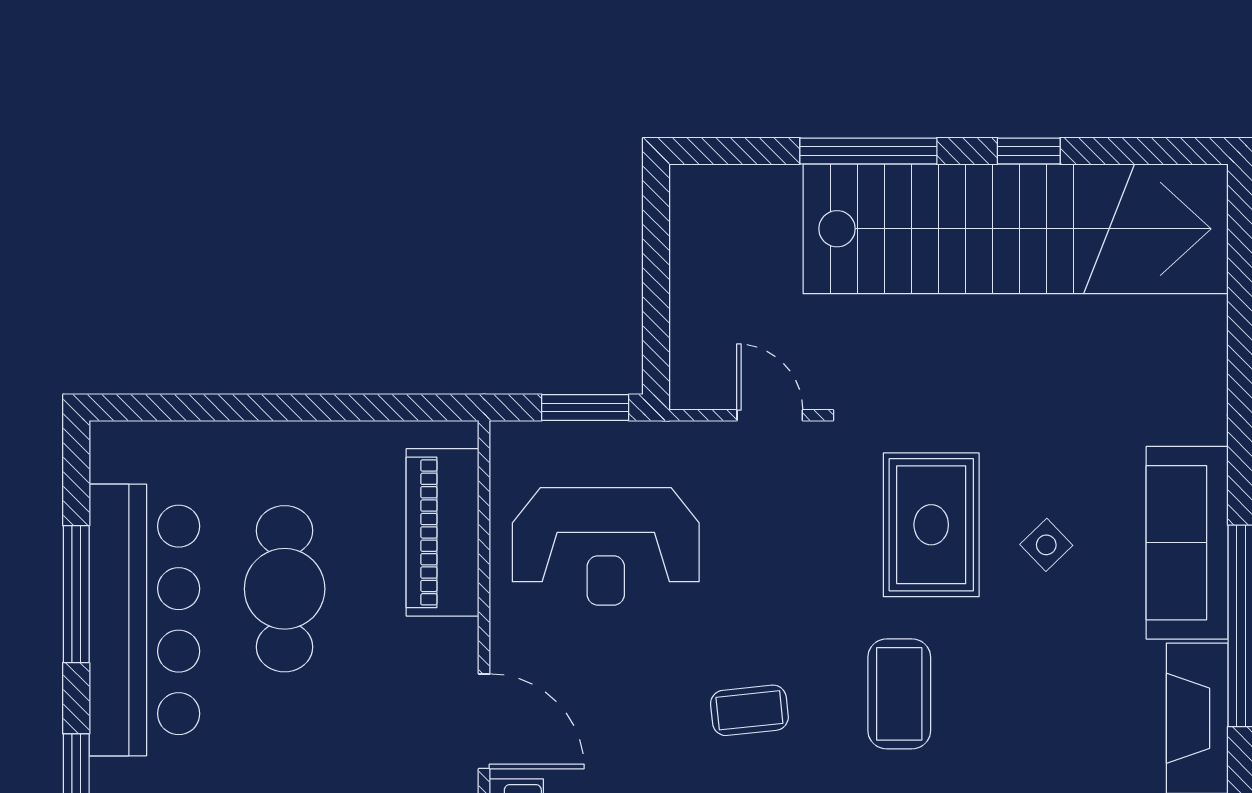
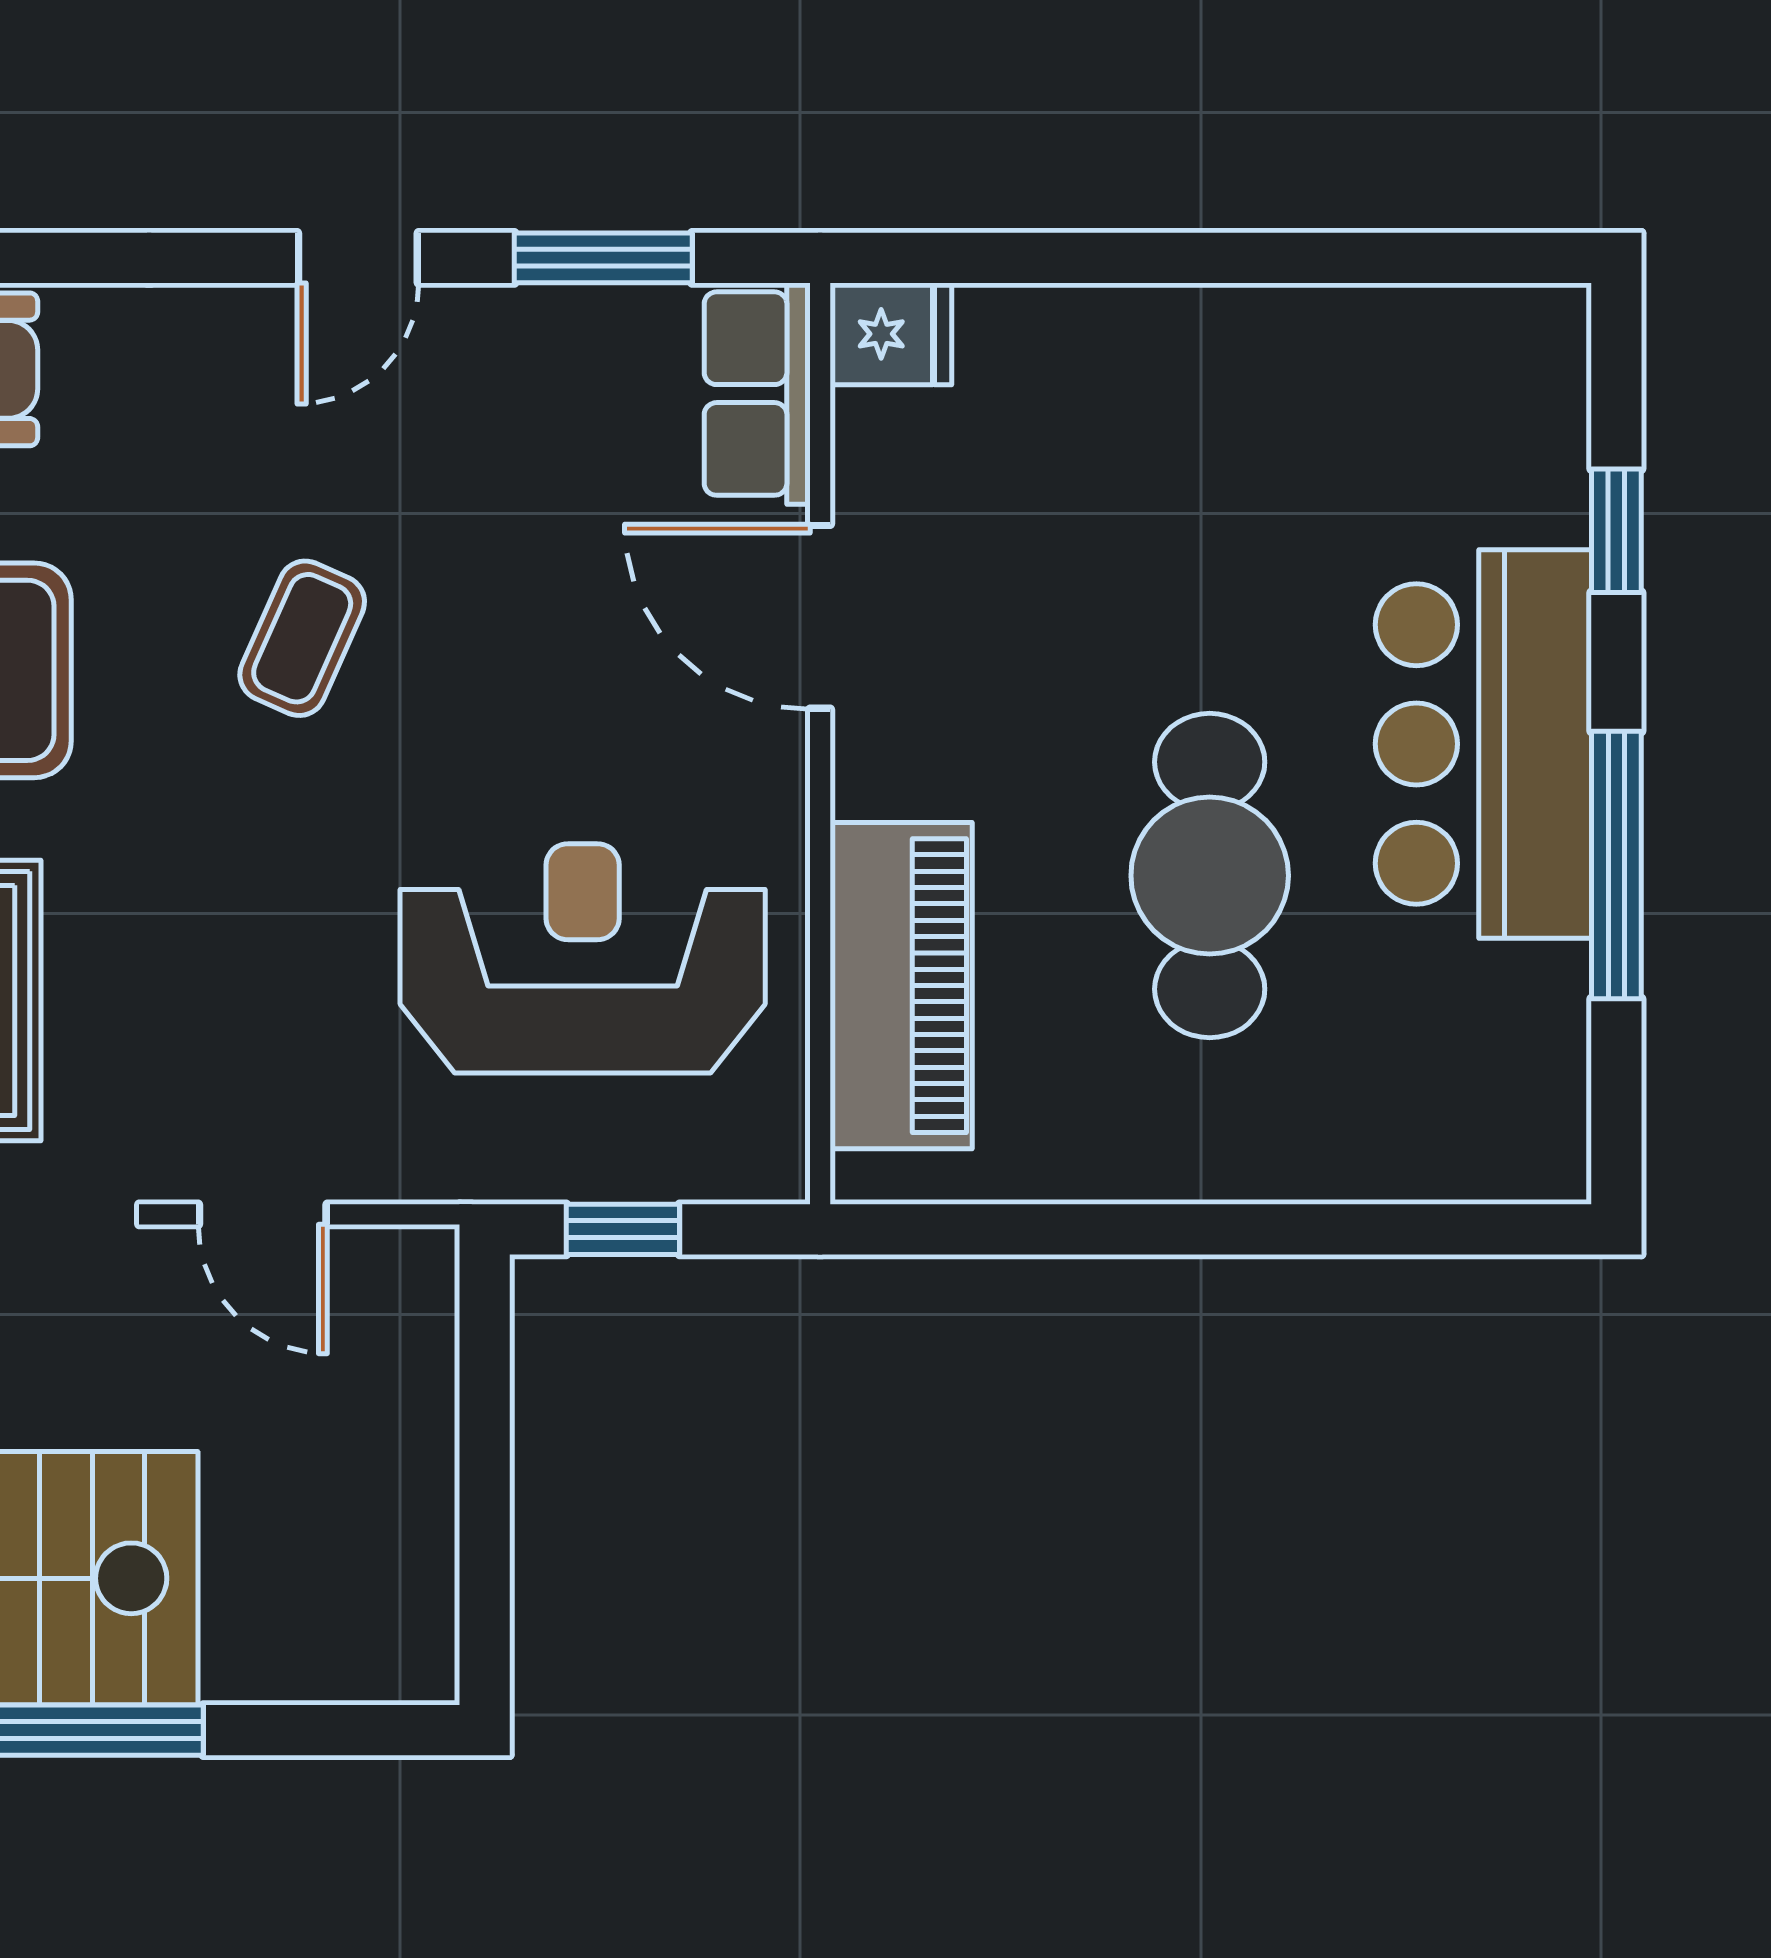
window: (585, 408) -> (623, 1229), width x0.67
bar counter: (144, 620) -> (1483, 744), width x0.73
coffee table: (749, 710) -> (302, 638), turned -60

